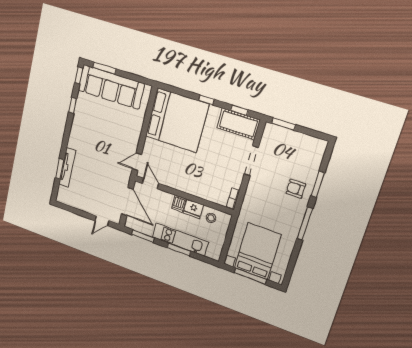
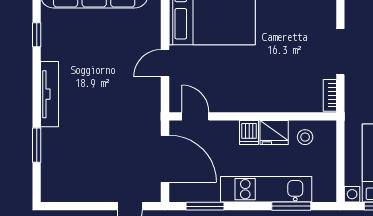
doorway: (251, 161) -> (340, 52), moved
door: (137, 162) -> (165, 63), moved
tv unit: (67, 167) -> (50, 94), moved
window: (179, 250) -> (291, 206), moved

